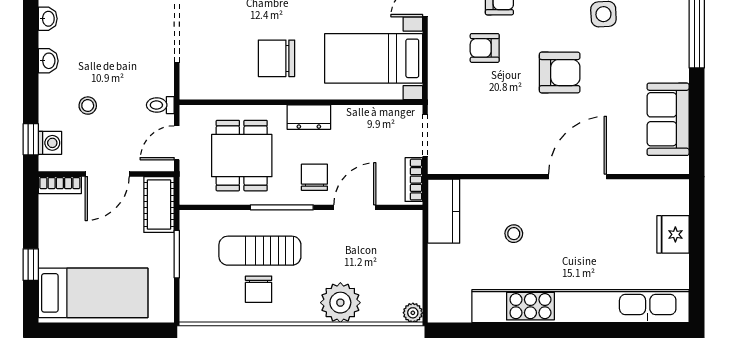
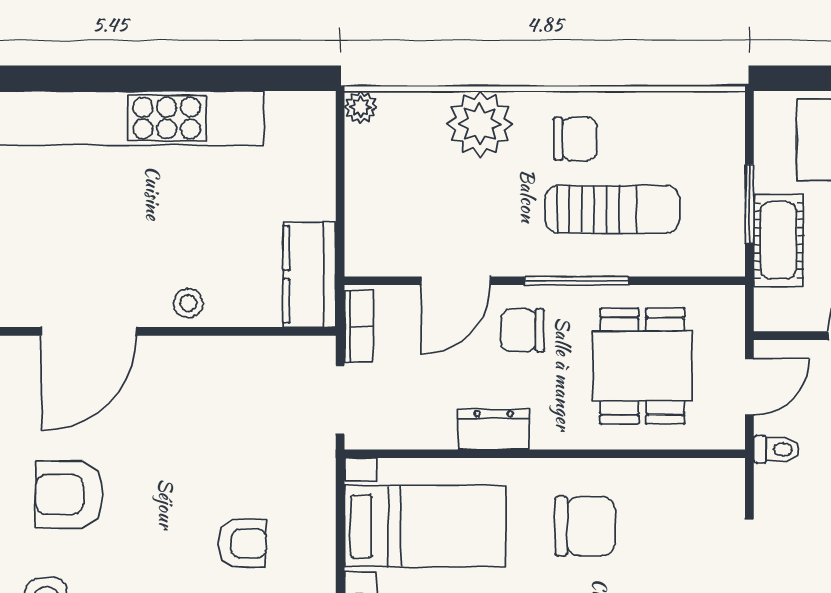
armchair: (560, 73) -> (69, 495), moved
dresser: (309, 117) -> (494, 429), moved
chair: (314, 177) -> (523, 330), turned 90
cot: (159, 204) -> (779, 240), moved
stool: (514, 234) -> (188, 303), moved
chair: (259, 289) -> (575, 139), moved, turned 90

